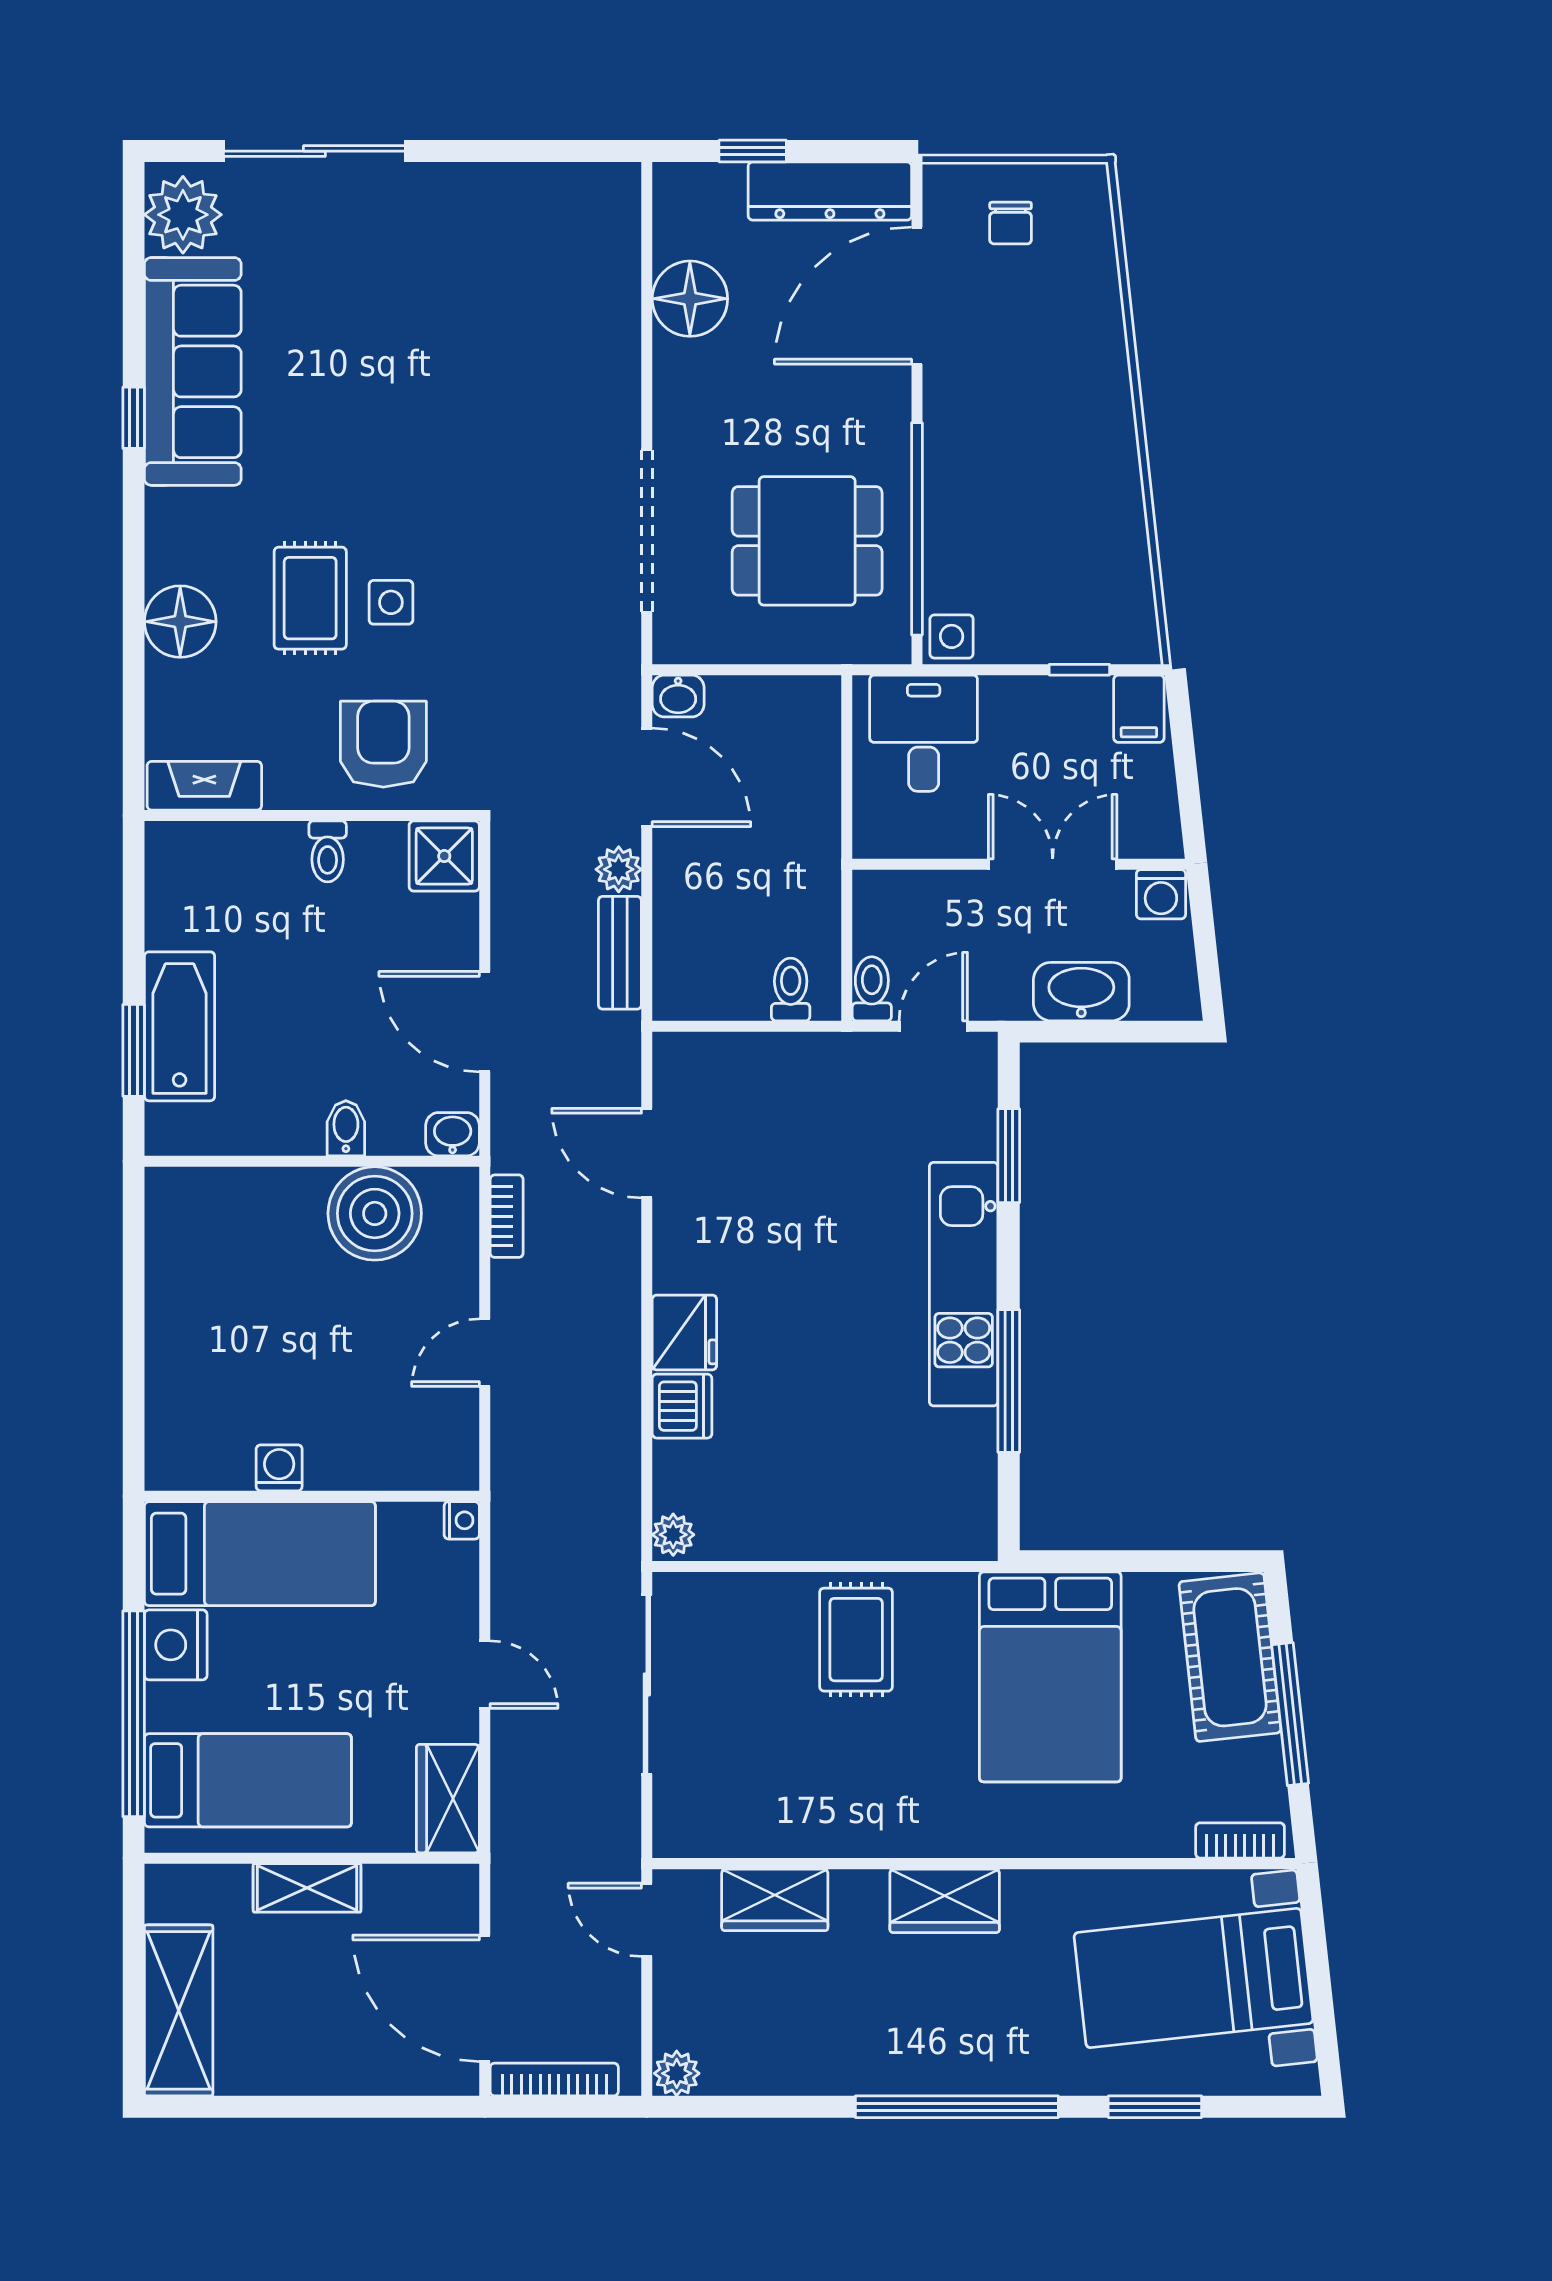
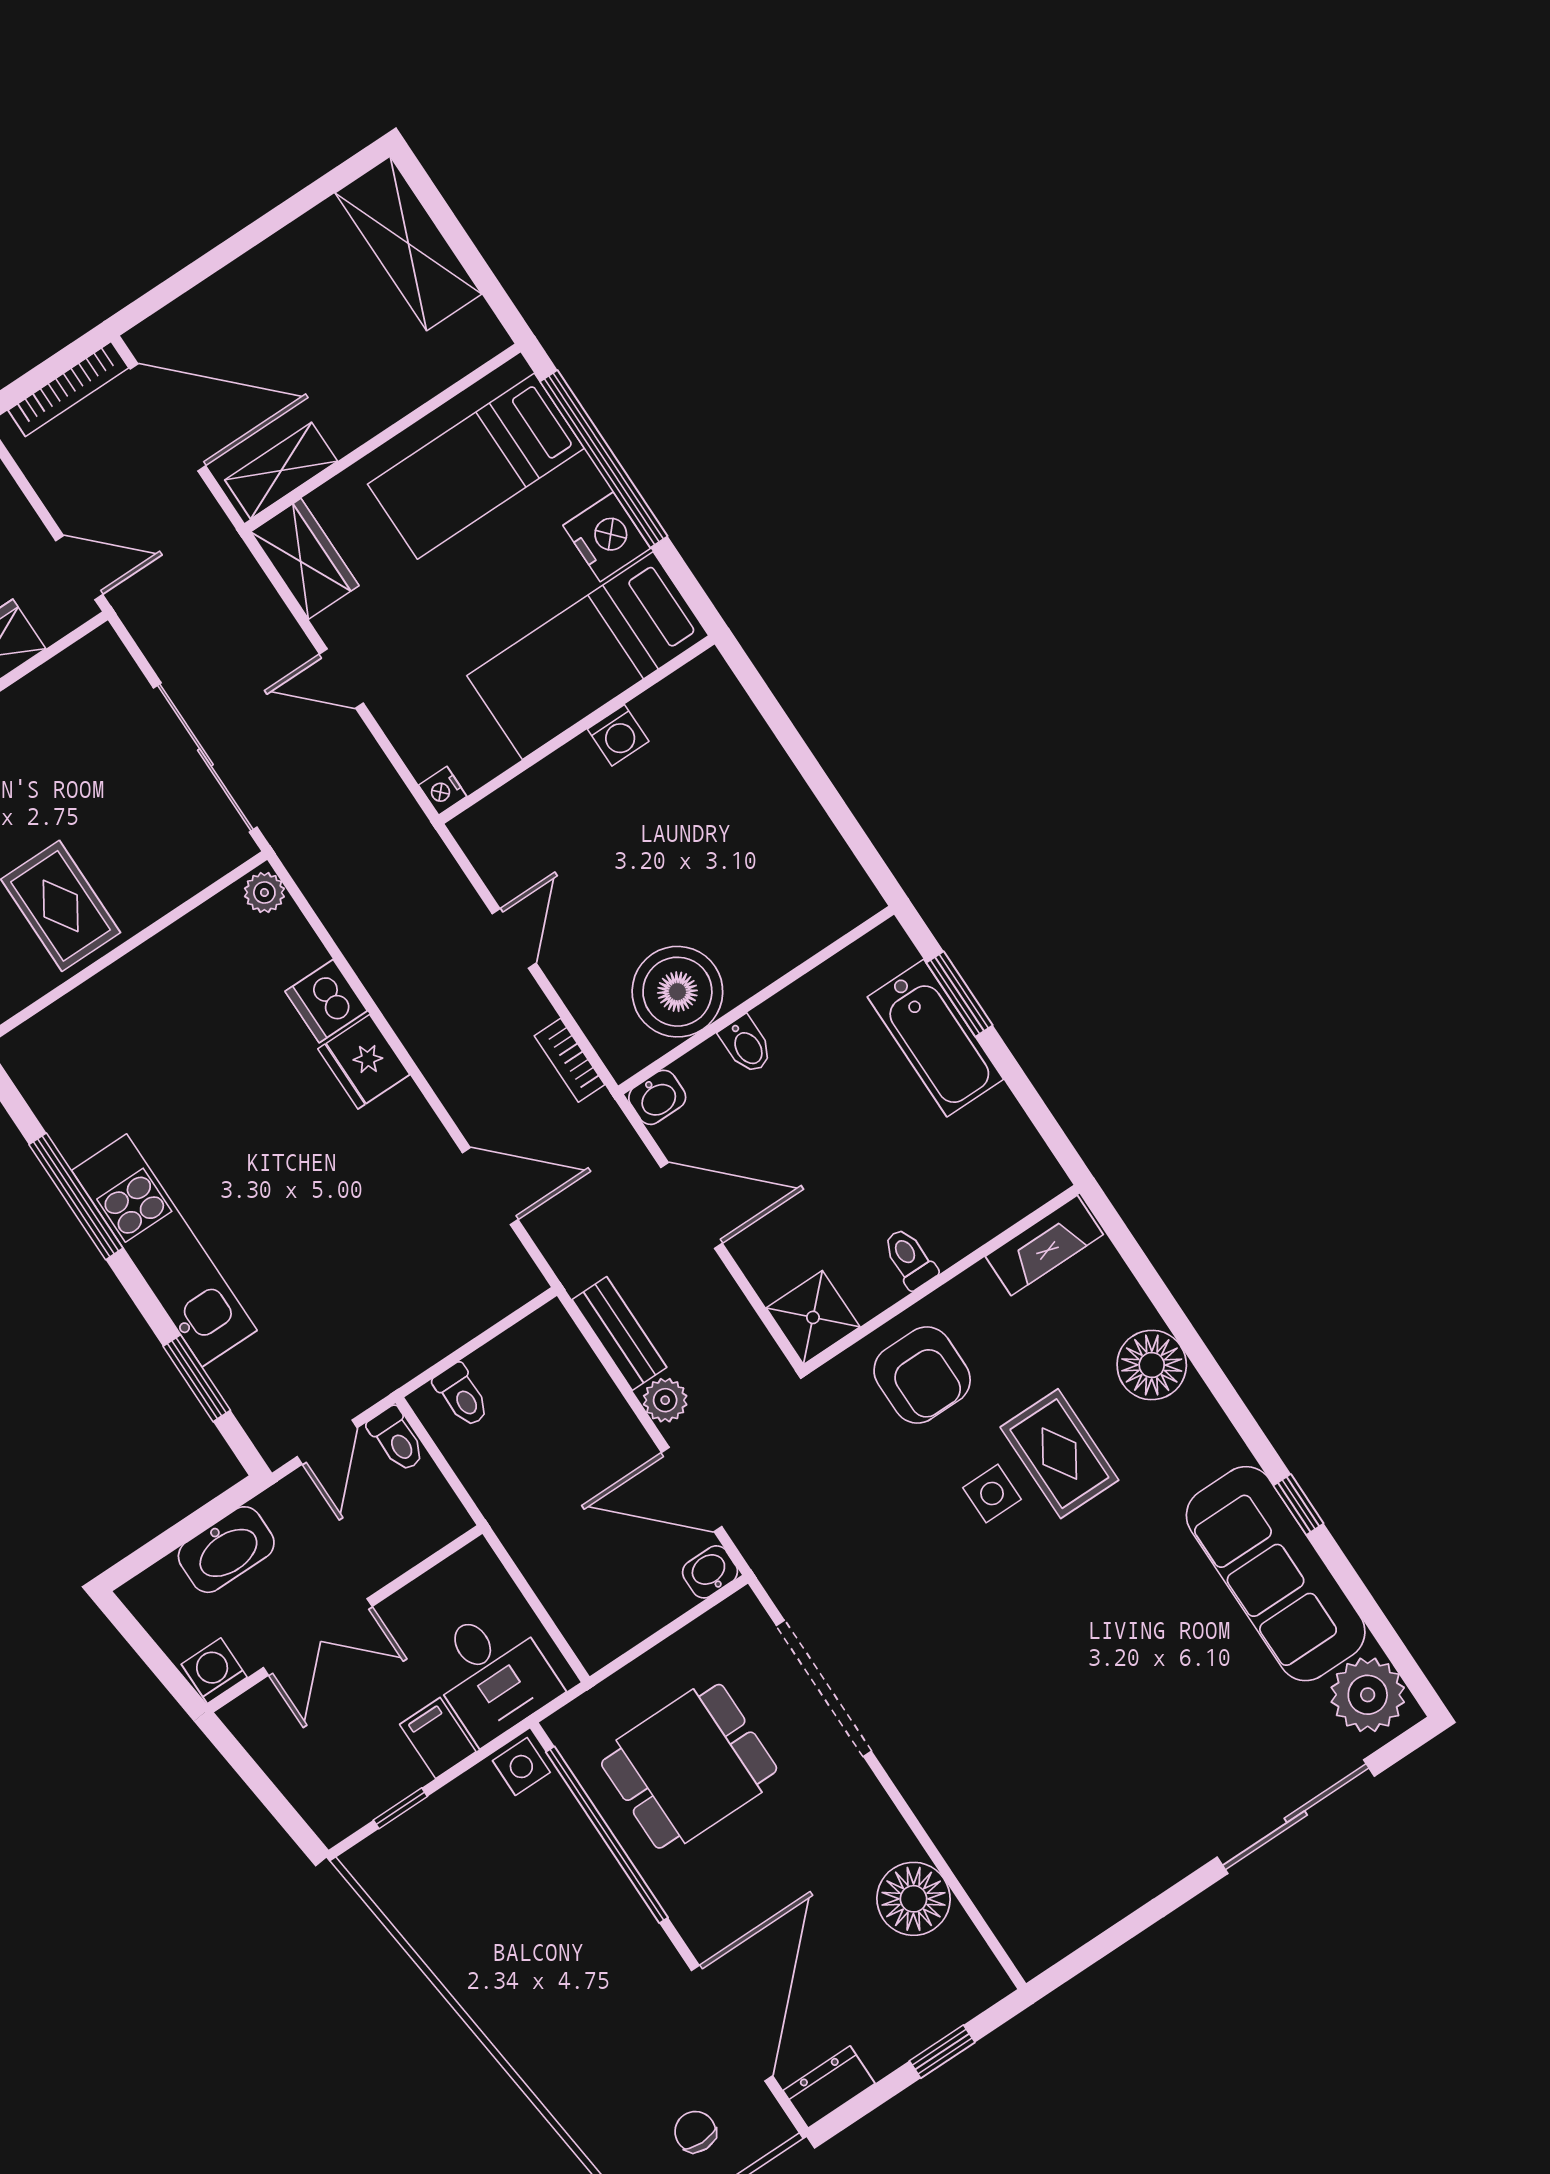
dresser: (830, 191) -> (829, 2087), width x0.51, depth x0.80
filing cabinet: (1139, 709) -> (438, 1738), moved
shelving: (307, 1888) -> (281, 471), moved

